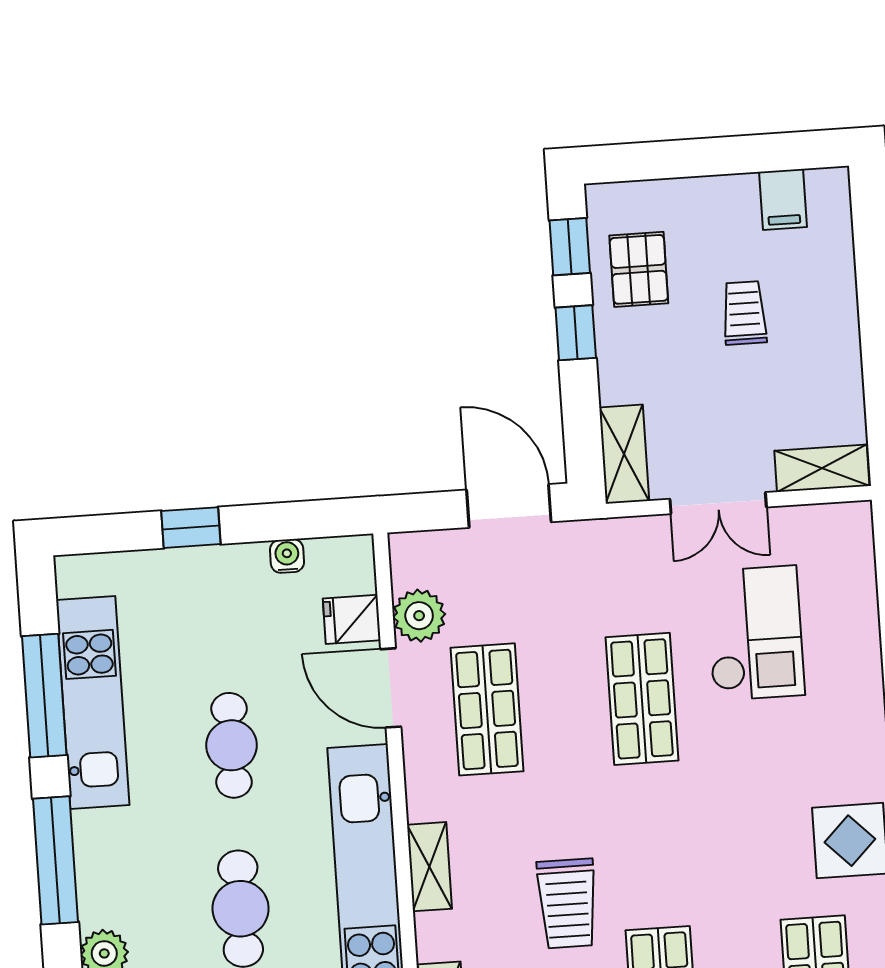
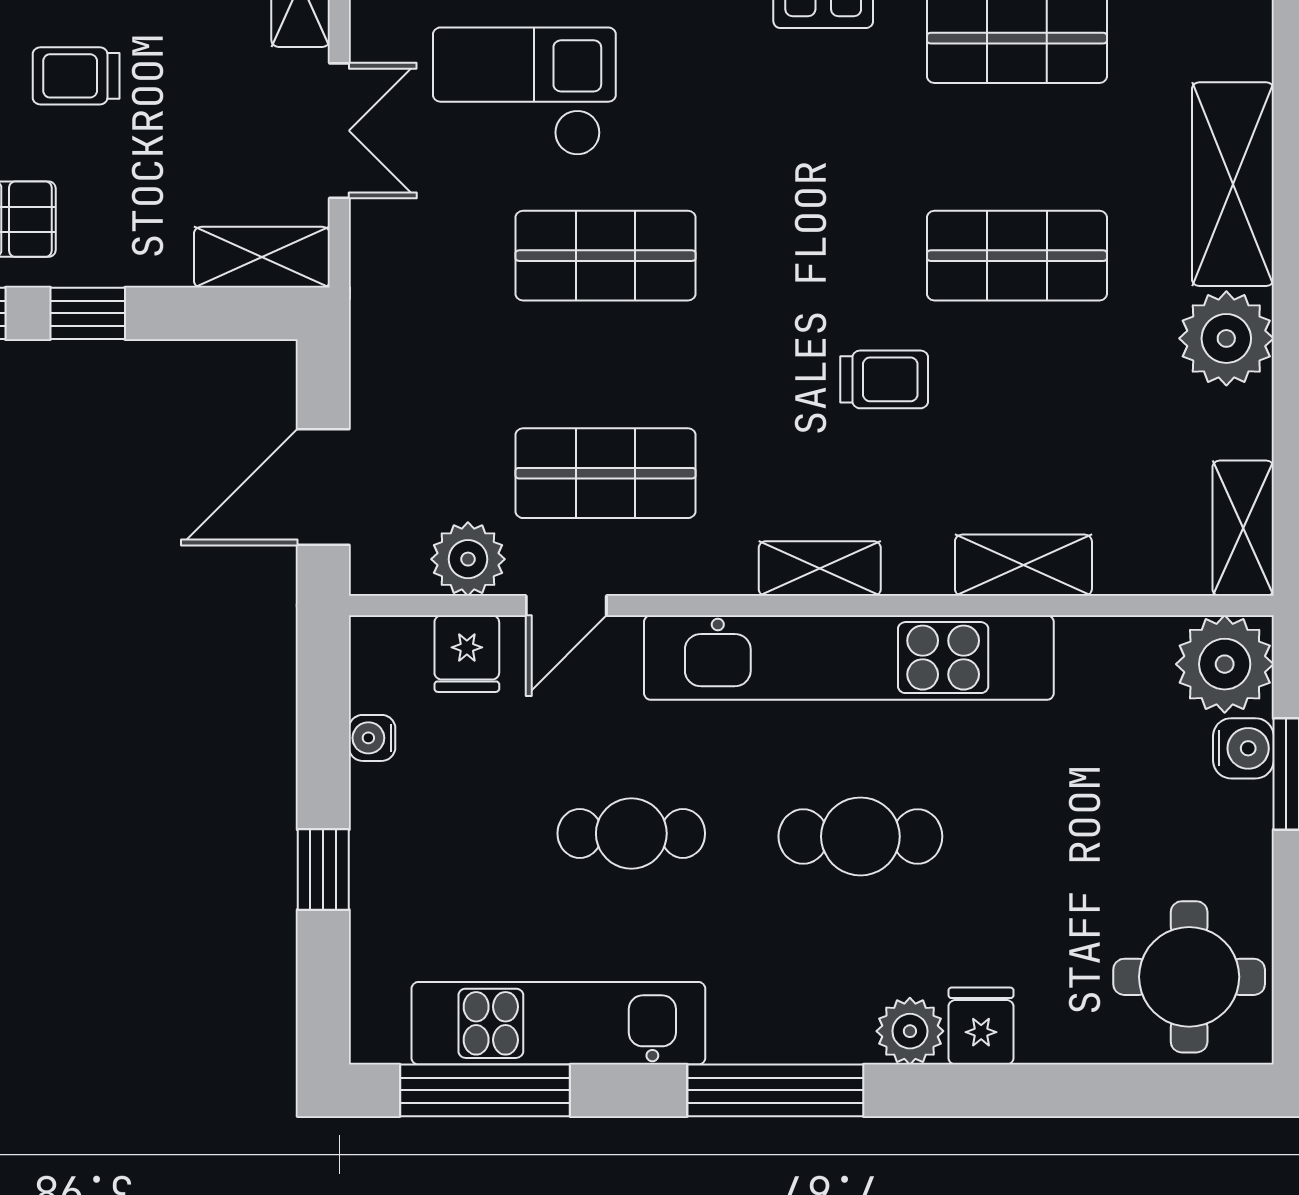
door: (509, 506) -> (323, 487), moved
door: (391, 688) -> (566, 606), width x0.73
window: (44, 696) -> (485, 1090), moved
trolley: (567, 903) -> (884, 379), width x0.73, depth x0.72

